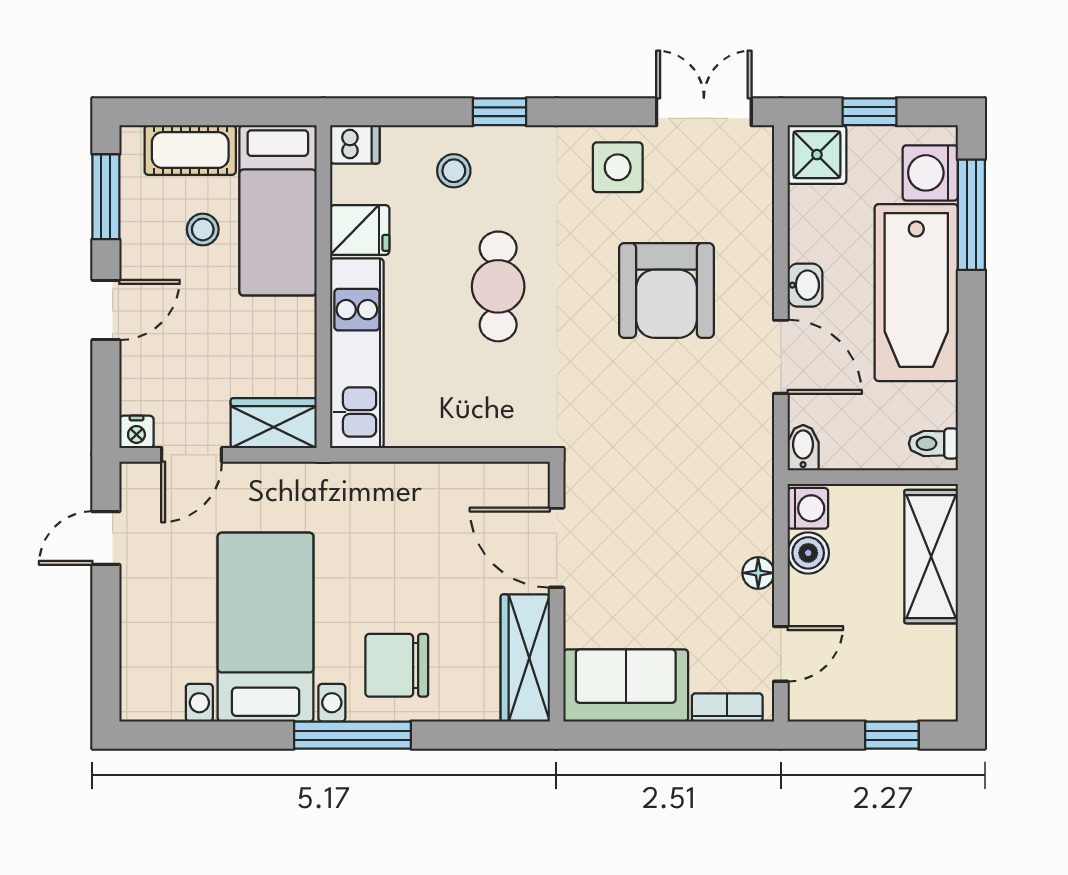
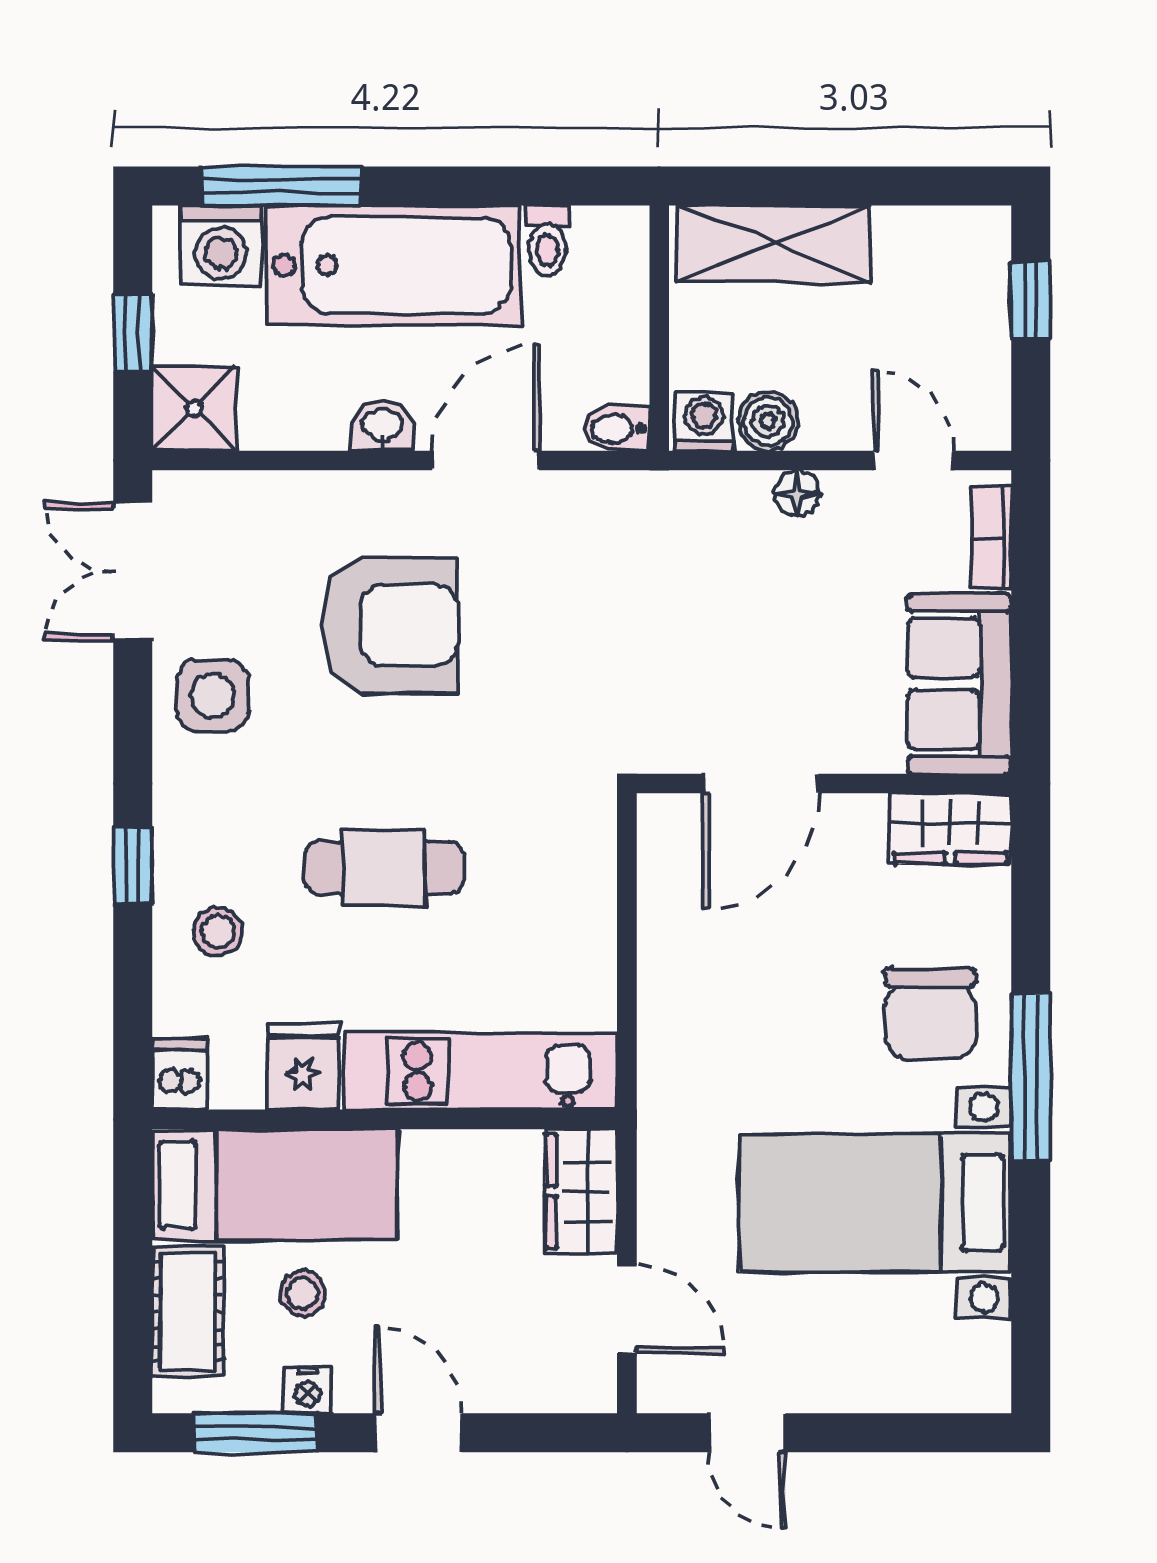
nightstand: (136, 432) -> (308, 1390), moved, turned 90
toilet: (933, 443) -> (548, 241), moved
wardrobe: (525, 658) -> (950, 829), width x0.67

